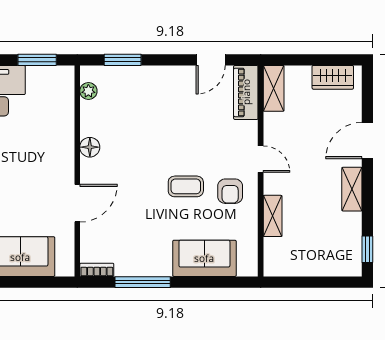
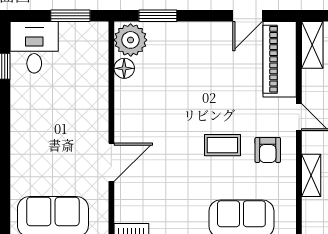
plant: (88, 91) -> (131, 40), width x1.87, depth x1.87
piano: (246, 92) -> (280, 59), width x1.37, depth x1.33
floor lamp: (90, 147) -> (124, 68), moved

